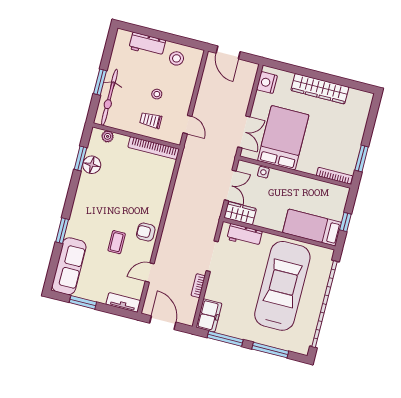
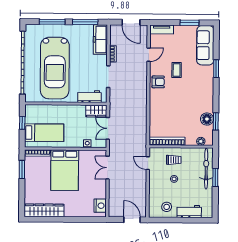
wardrobe: (320, 89) -> (44, 210), moved
bed: (283, 138) -> (65, 170), moved
bed: (312, 228) -> (44, 133), moved
freezer: (209, 315) -> (100, 39), width x1.40

